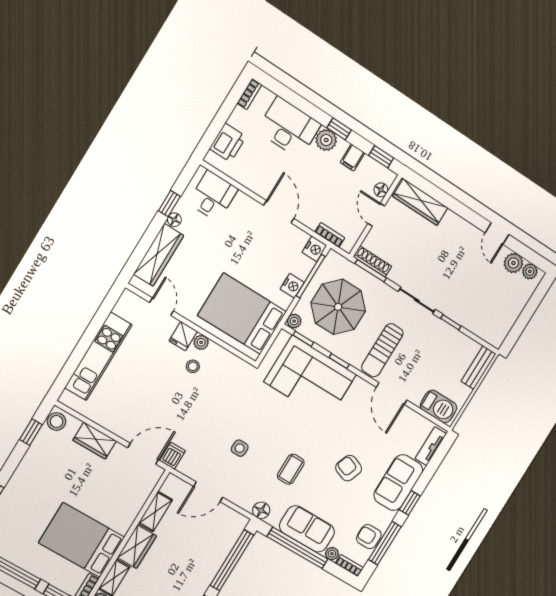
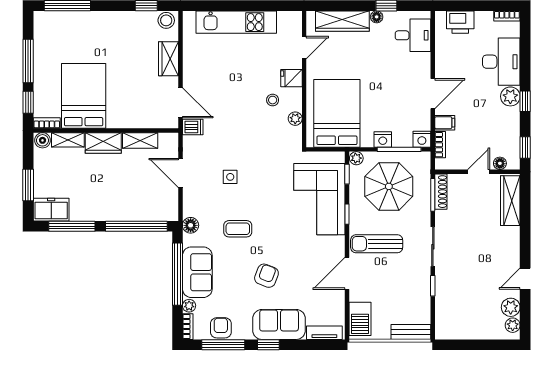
filing cabinet: (352, 158) -> (445, 123), moved, turned 180
plant: (201, 342) -> (295, 119), moved

